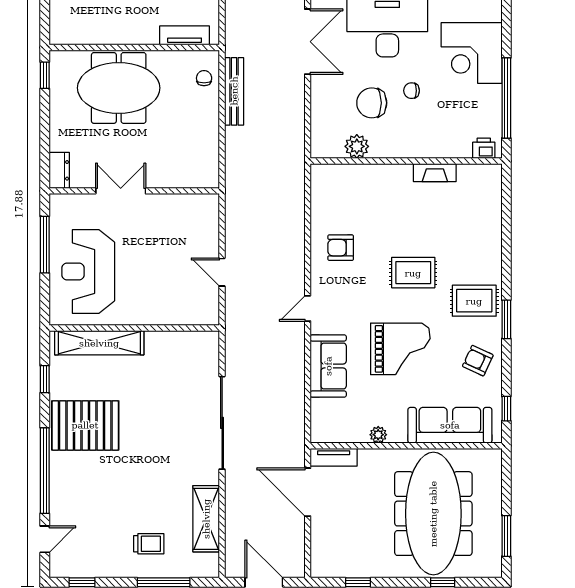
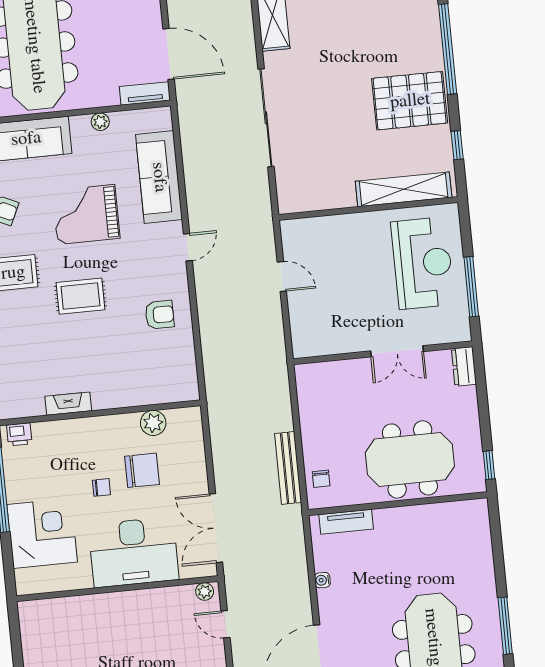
sofa: (328, 366) -> (159, 177), width x1.36

